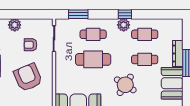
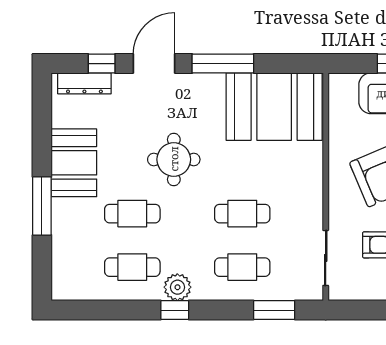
dresser: (178, 54) -> (62, 226), removed
cafe table: (93, 59) -> (242, 214), width x0.73, depth x0.74
round table: (125, 85) -> (174, 159), turned -33

